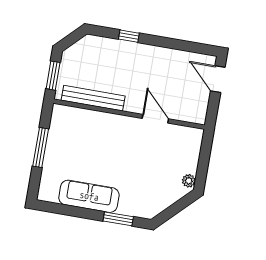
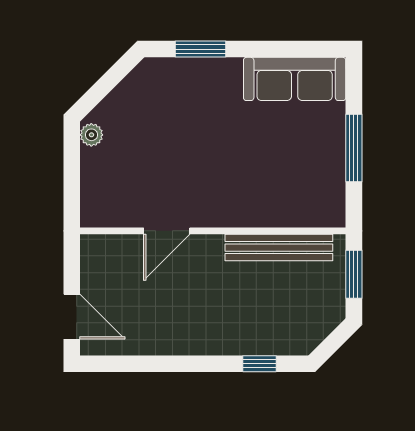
window: (129, 36) -> (259, 364), moved
door: (155, 119) -> (167, 231), hinge flipped
sofa: (89, 196) -> (295, 79), moved

